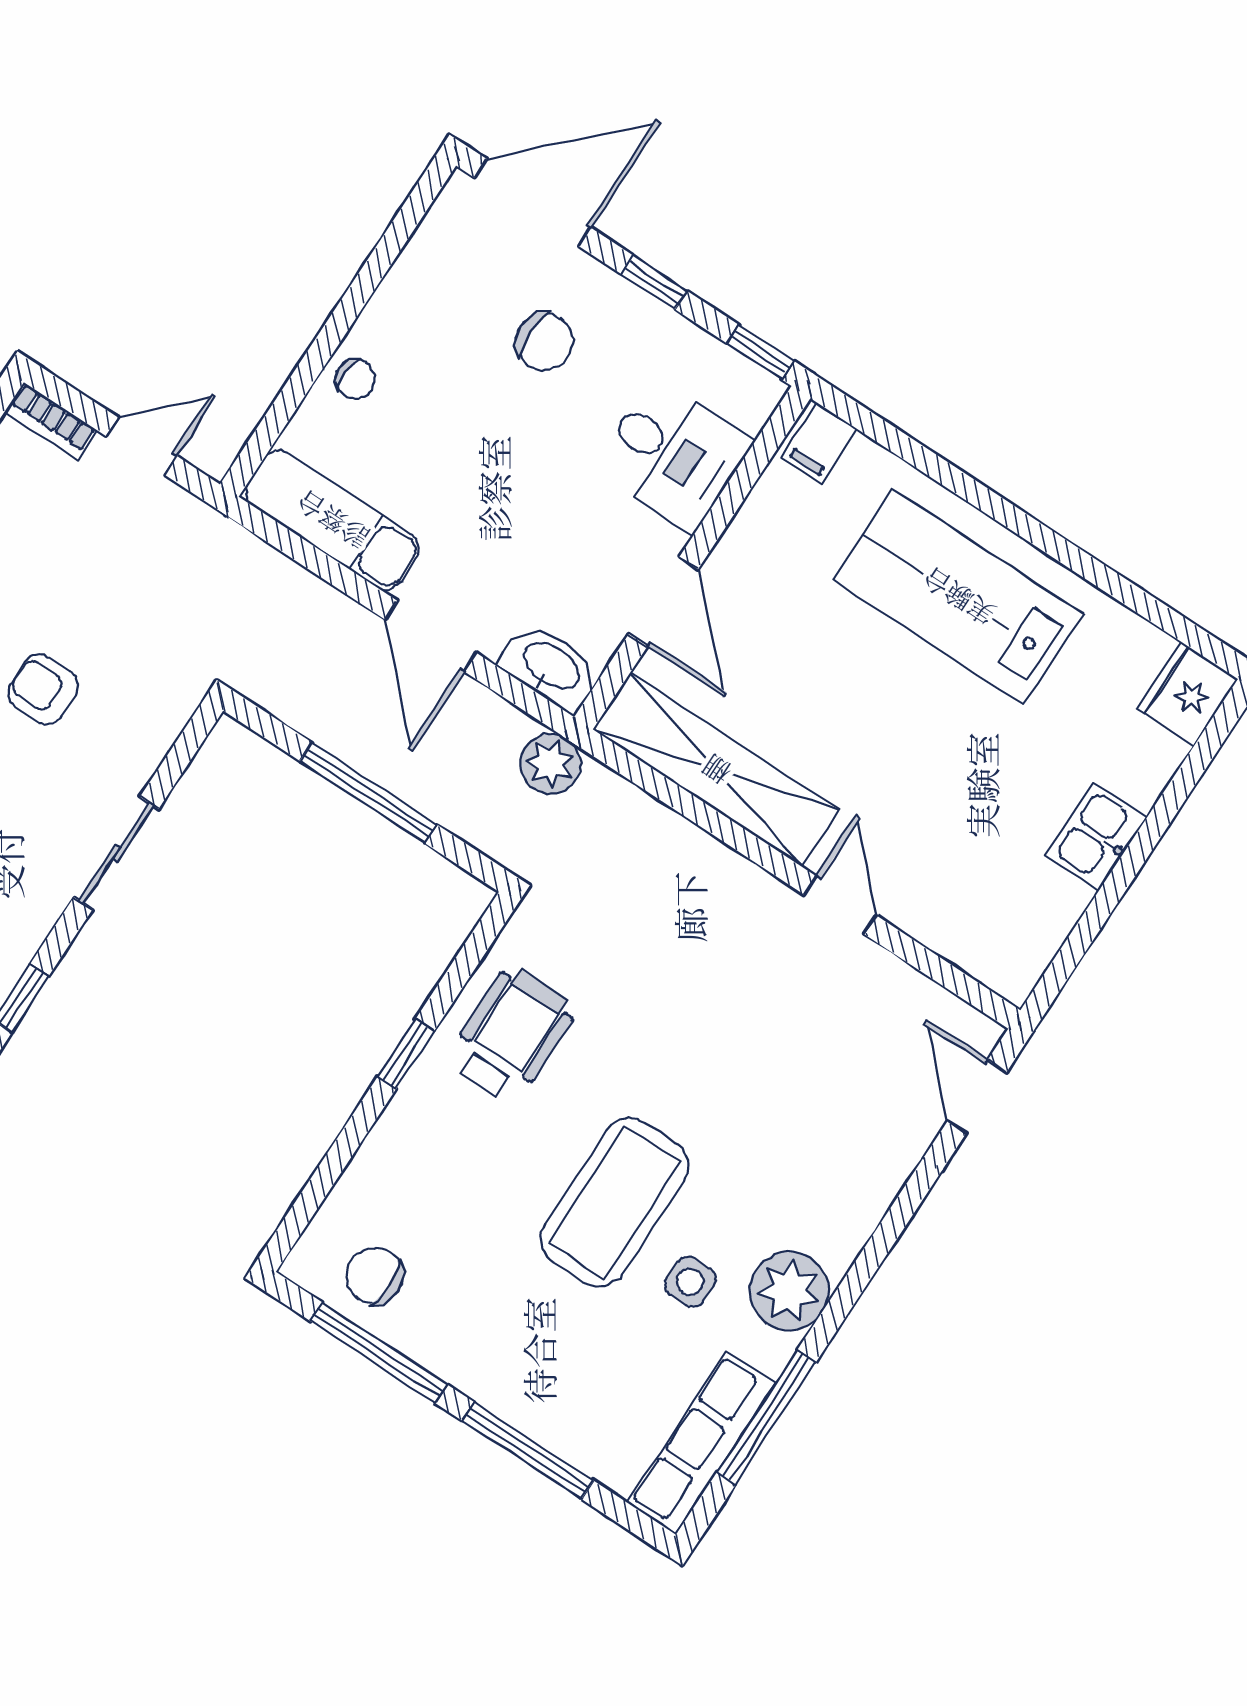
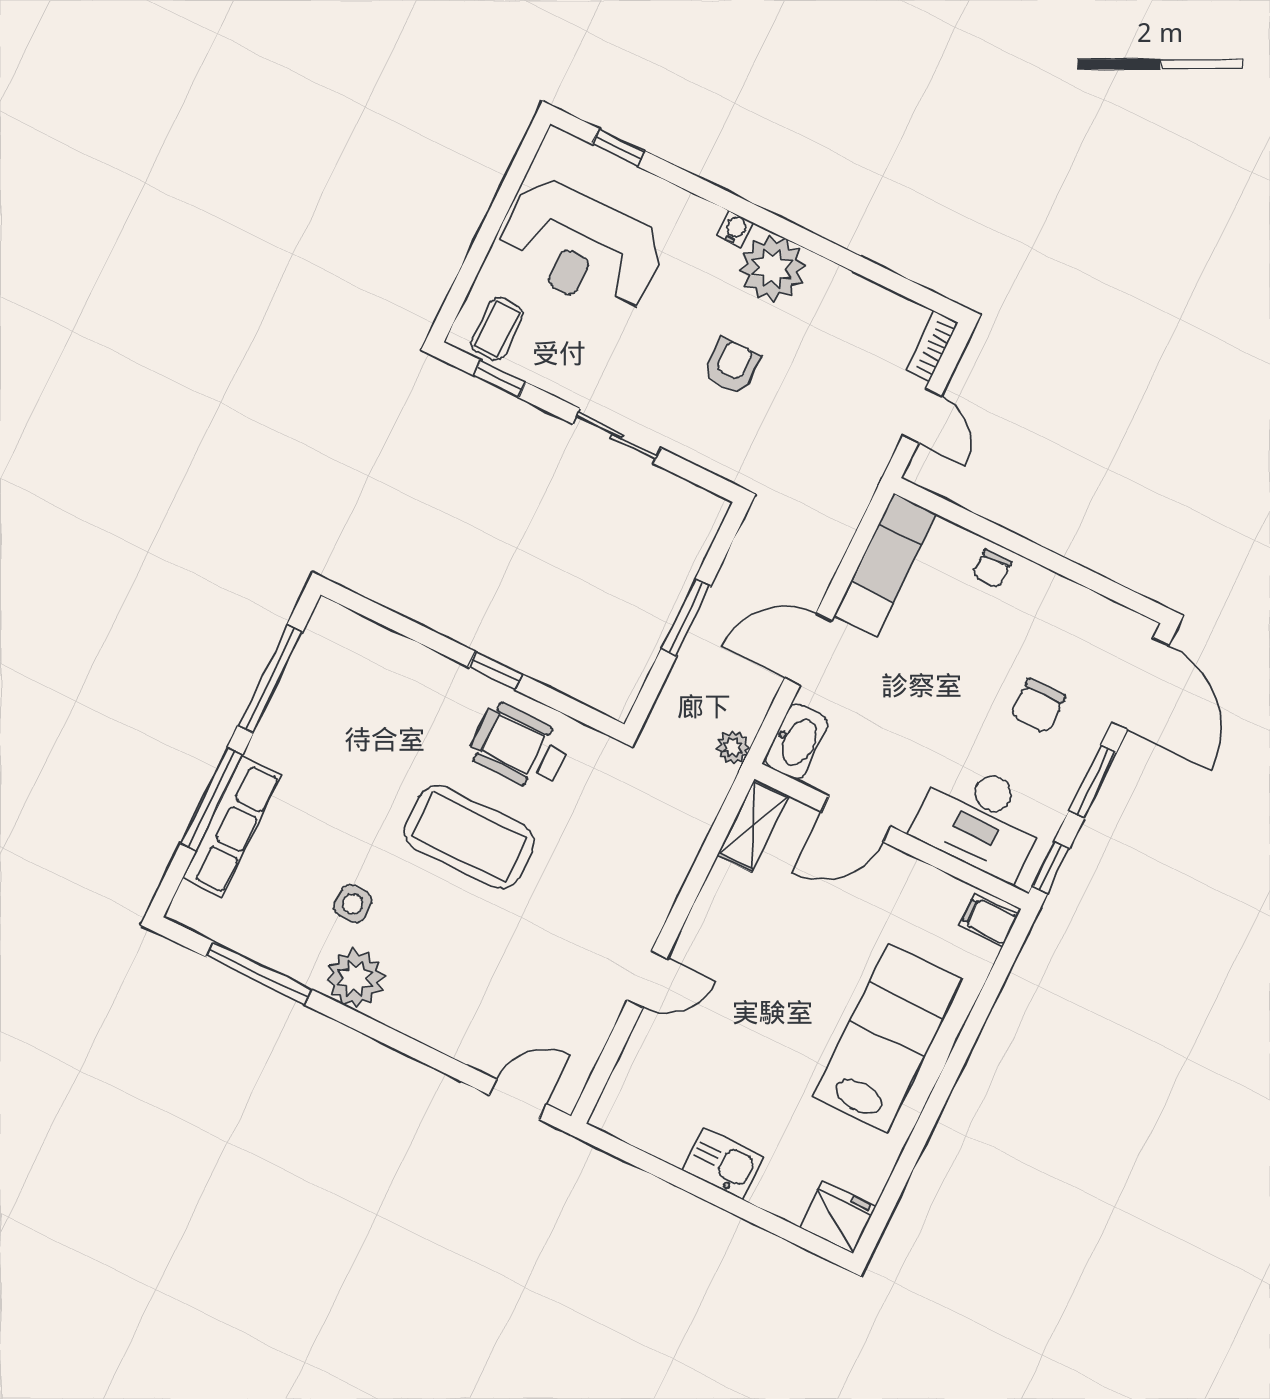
window: (654, 282) -> (1093, 782), width x1.50
desk: (673, 455) -> (980, 819), width x1.37
plant: (550, 764) -> (733, 748), width x0.73, depth x0.73
shelving: (716, 770) -> (753, 825), width x0.45, depth x0.75
window: (368, 793) -> (686, 618), width x0.69
wheelchair: (511, 1035) -> (519, 747), turned 180
coffee table: (614, 1202) -> (469, 837), moved
chair: (375, 1276) -> (327, 669), removed
row of seats: (701, 1443) -> (232, 827), moved, turned 90

